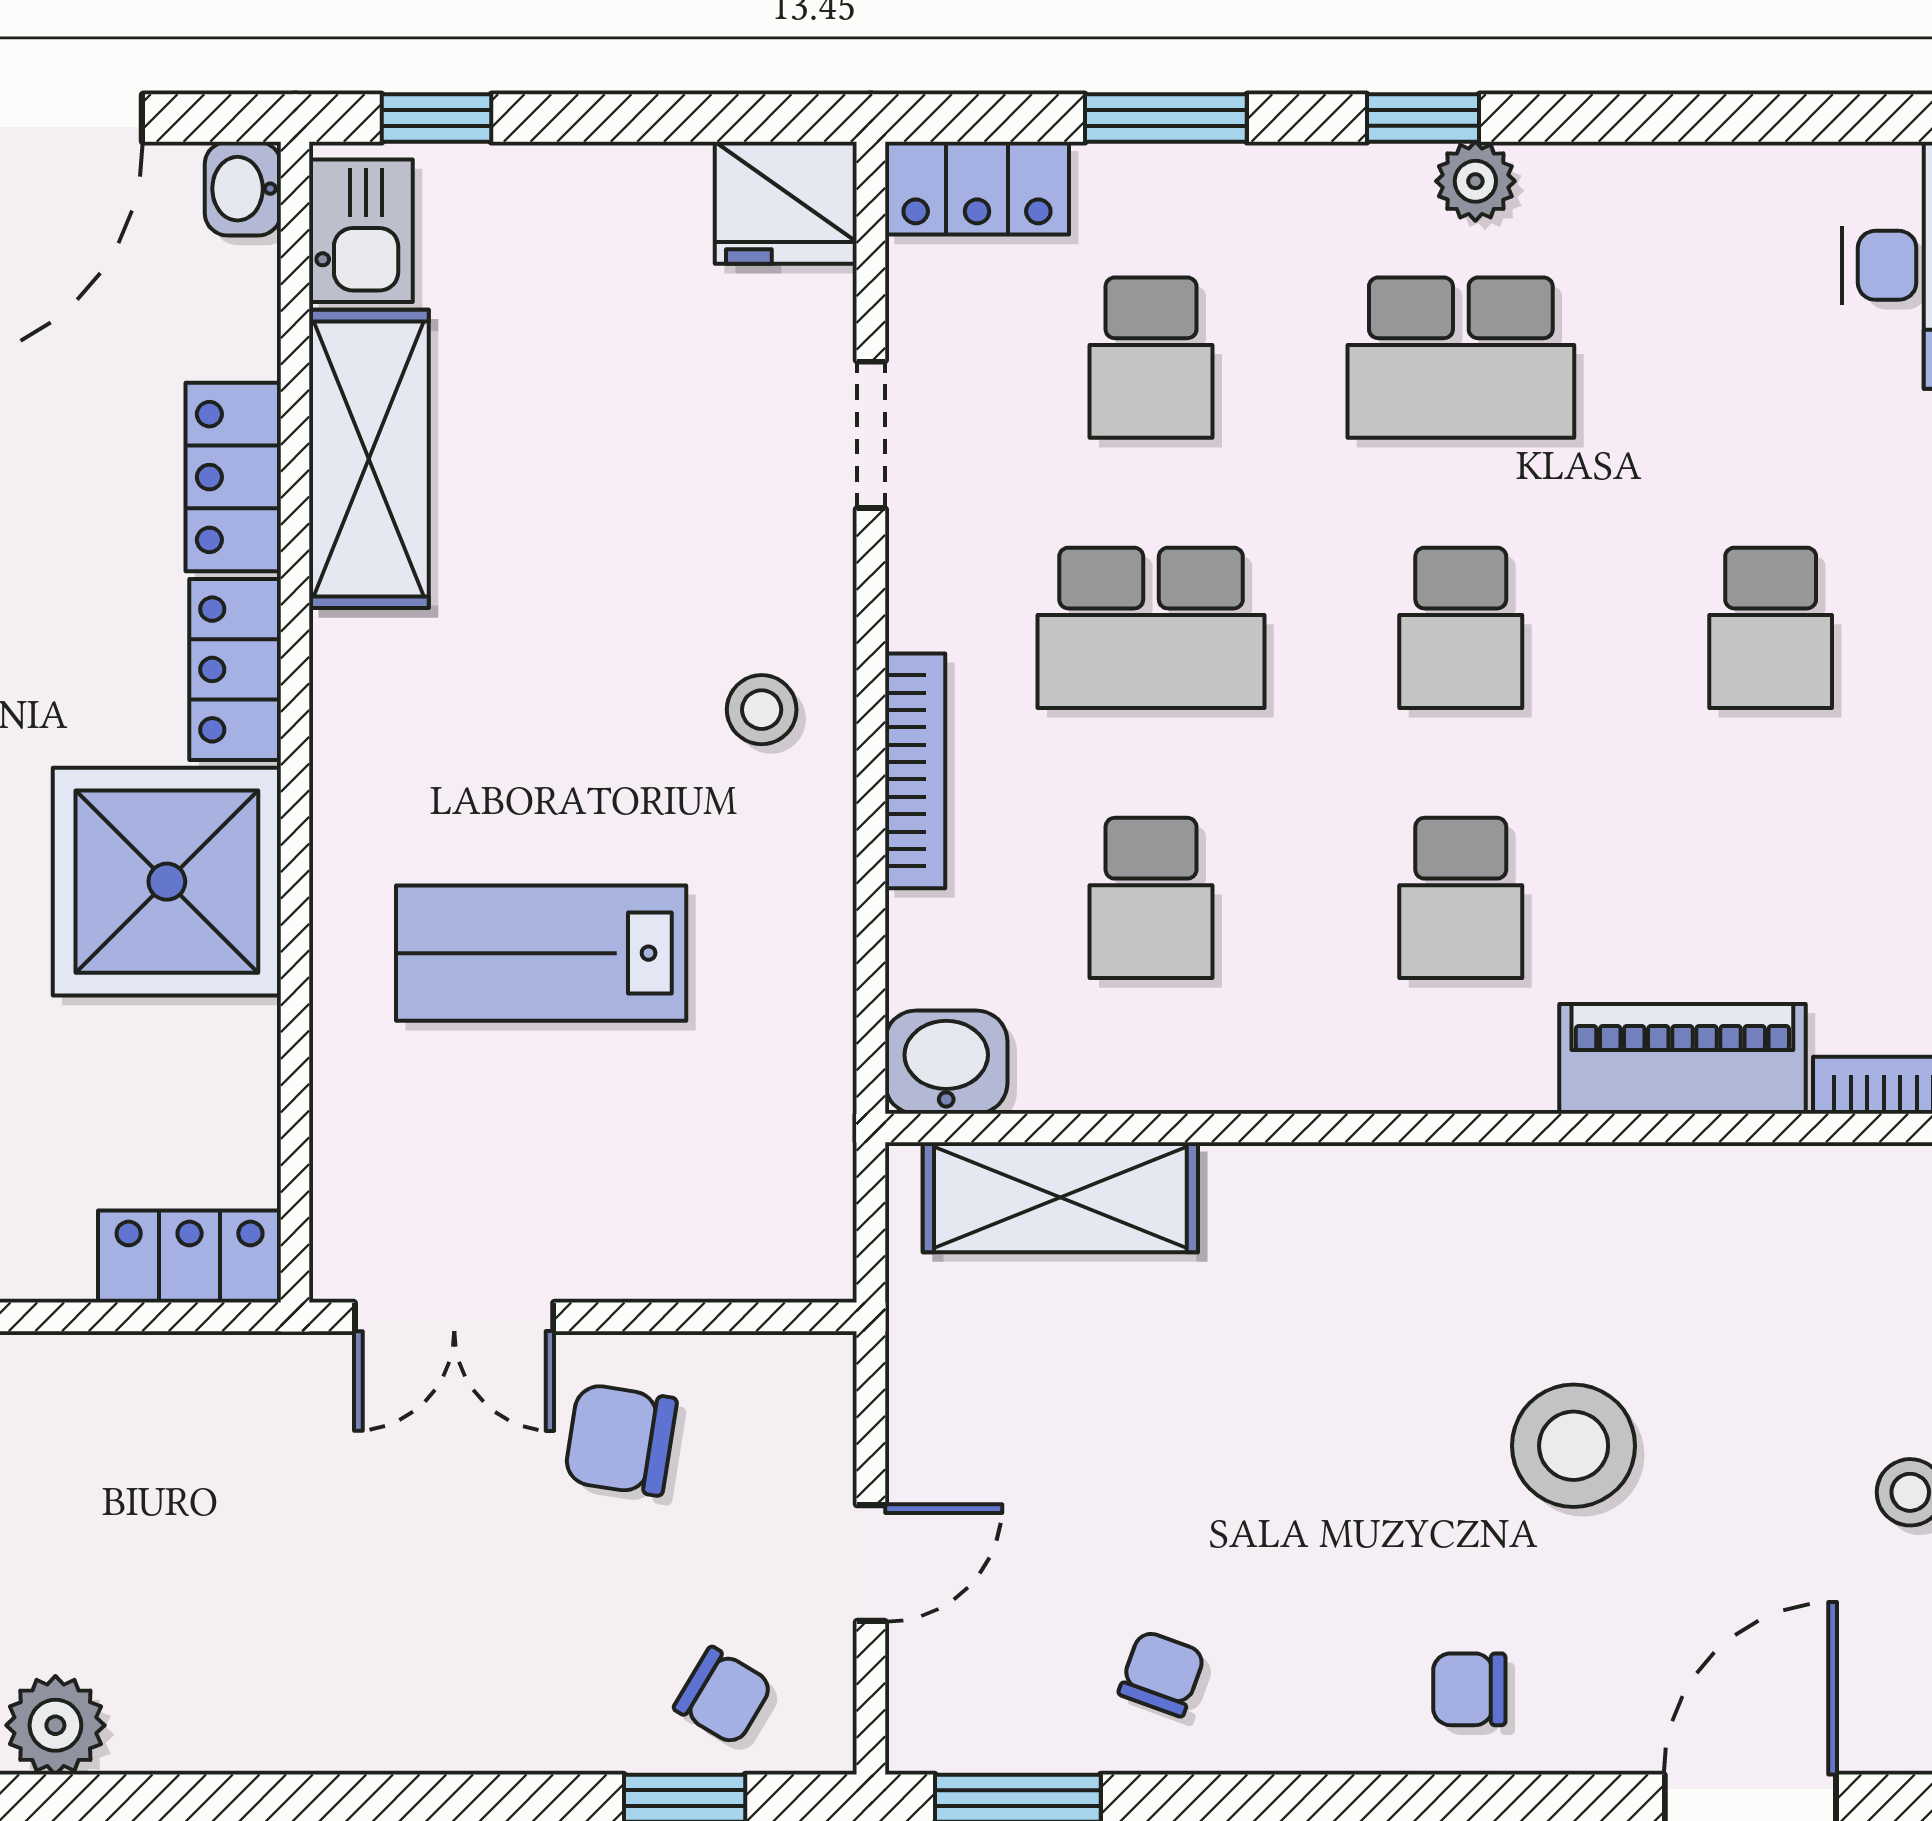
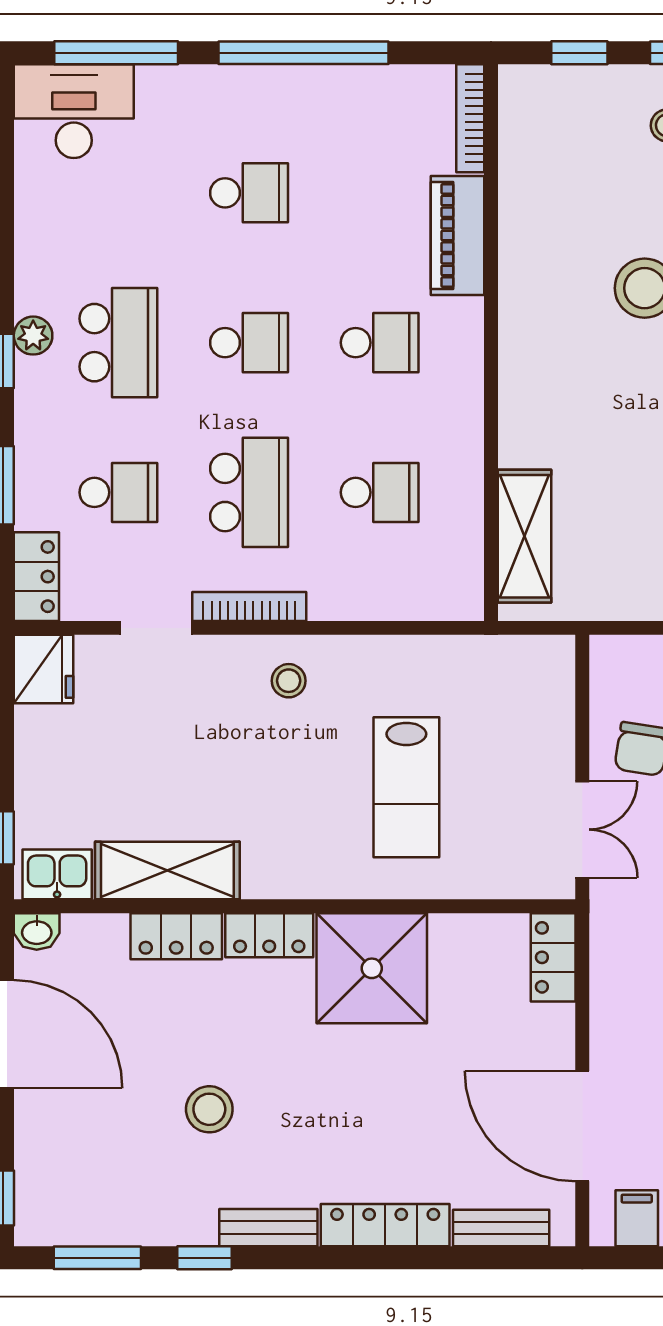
bookcase: (915, 771) -> (249, 607), moved
washbasin: (946, 1062) -> (459, 591), removed

